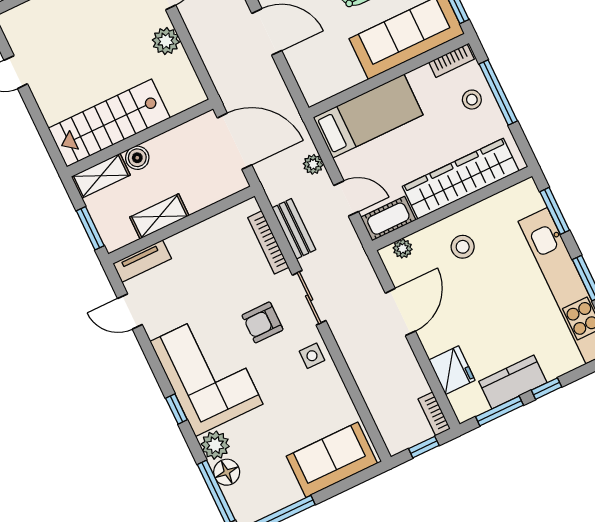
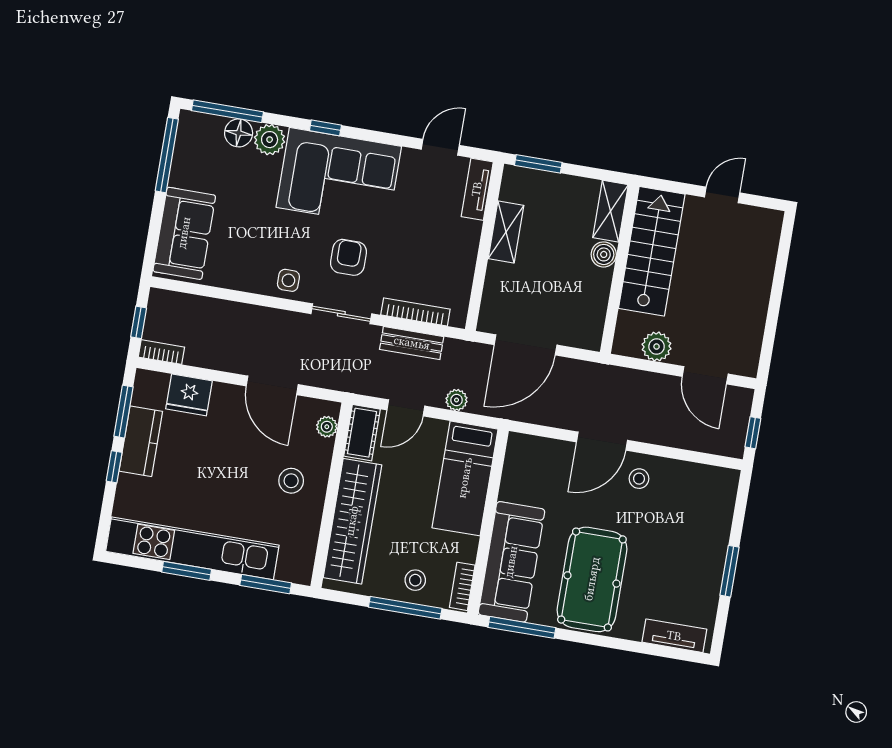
stairs: (109, 123) -> (652, 251), moved
wall: (140, 138) -> (620, 269), moved
boiler: (137, 158) -> (604, 254), moved
shelving: (101, 176) -> (610, 211), moved

